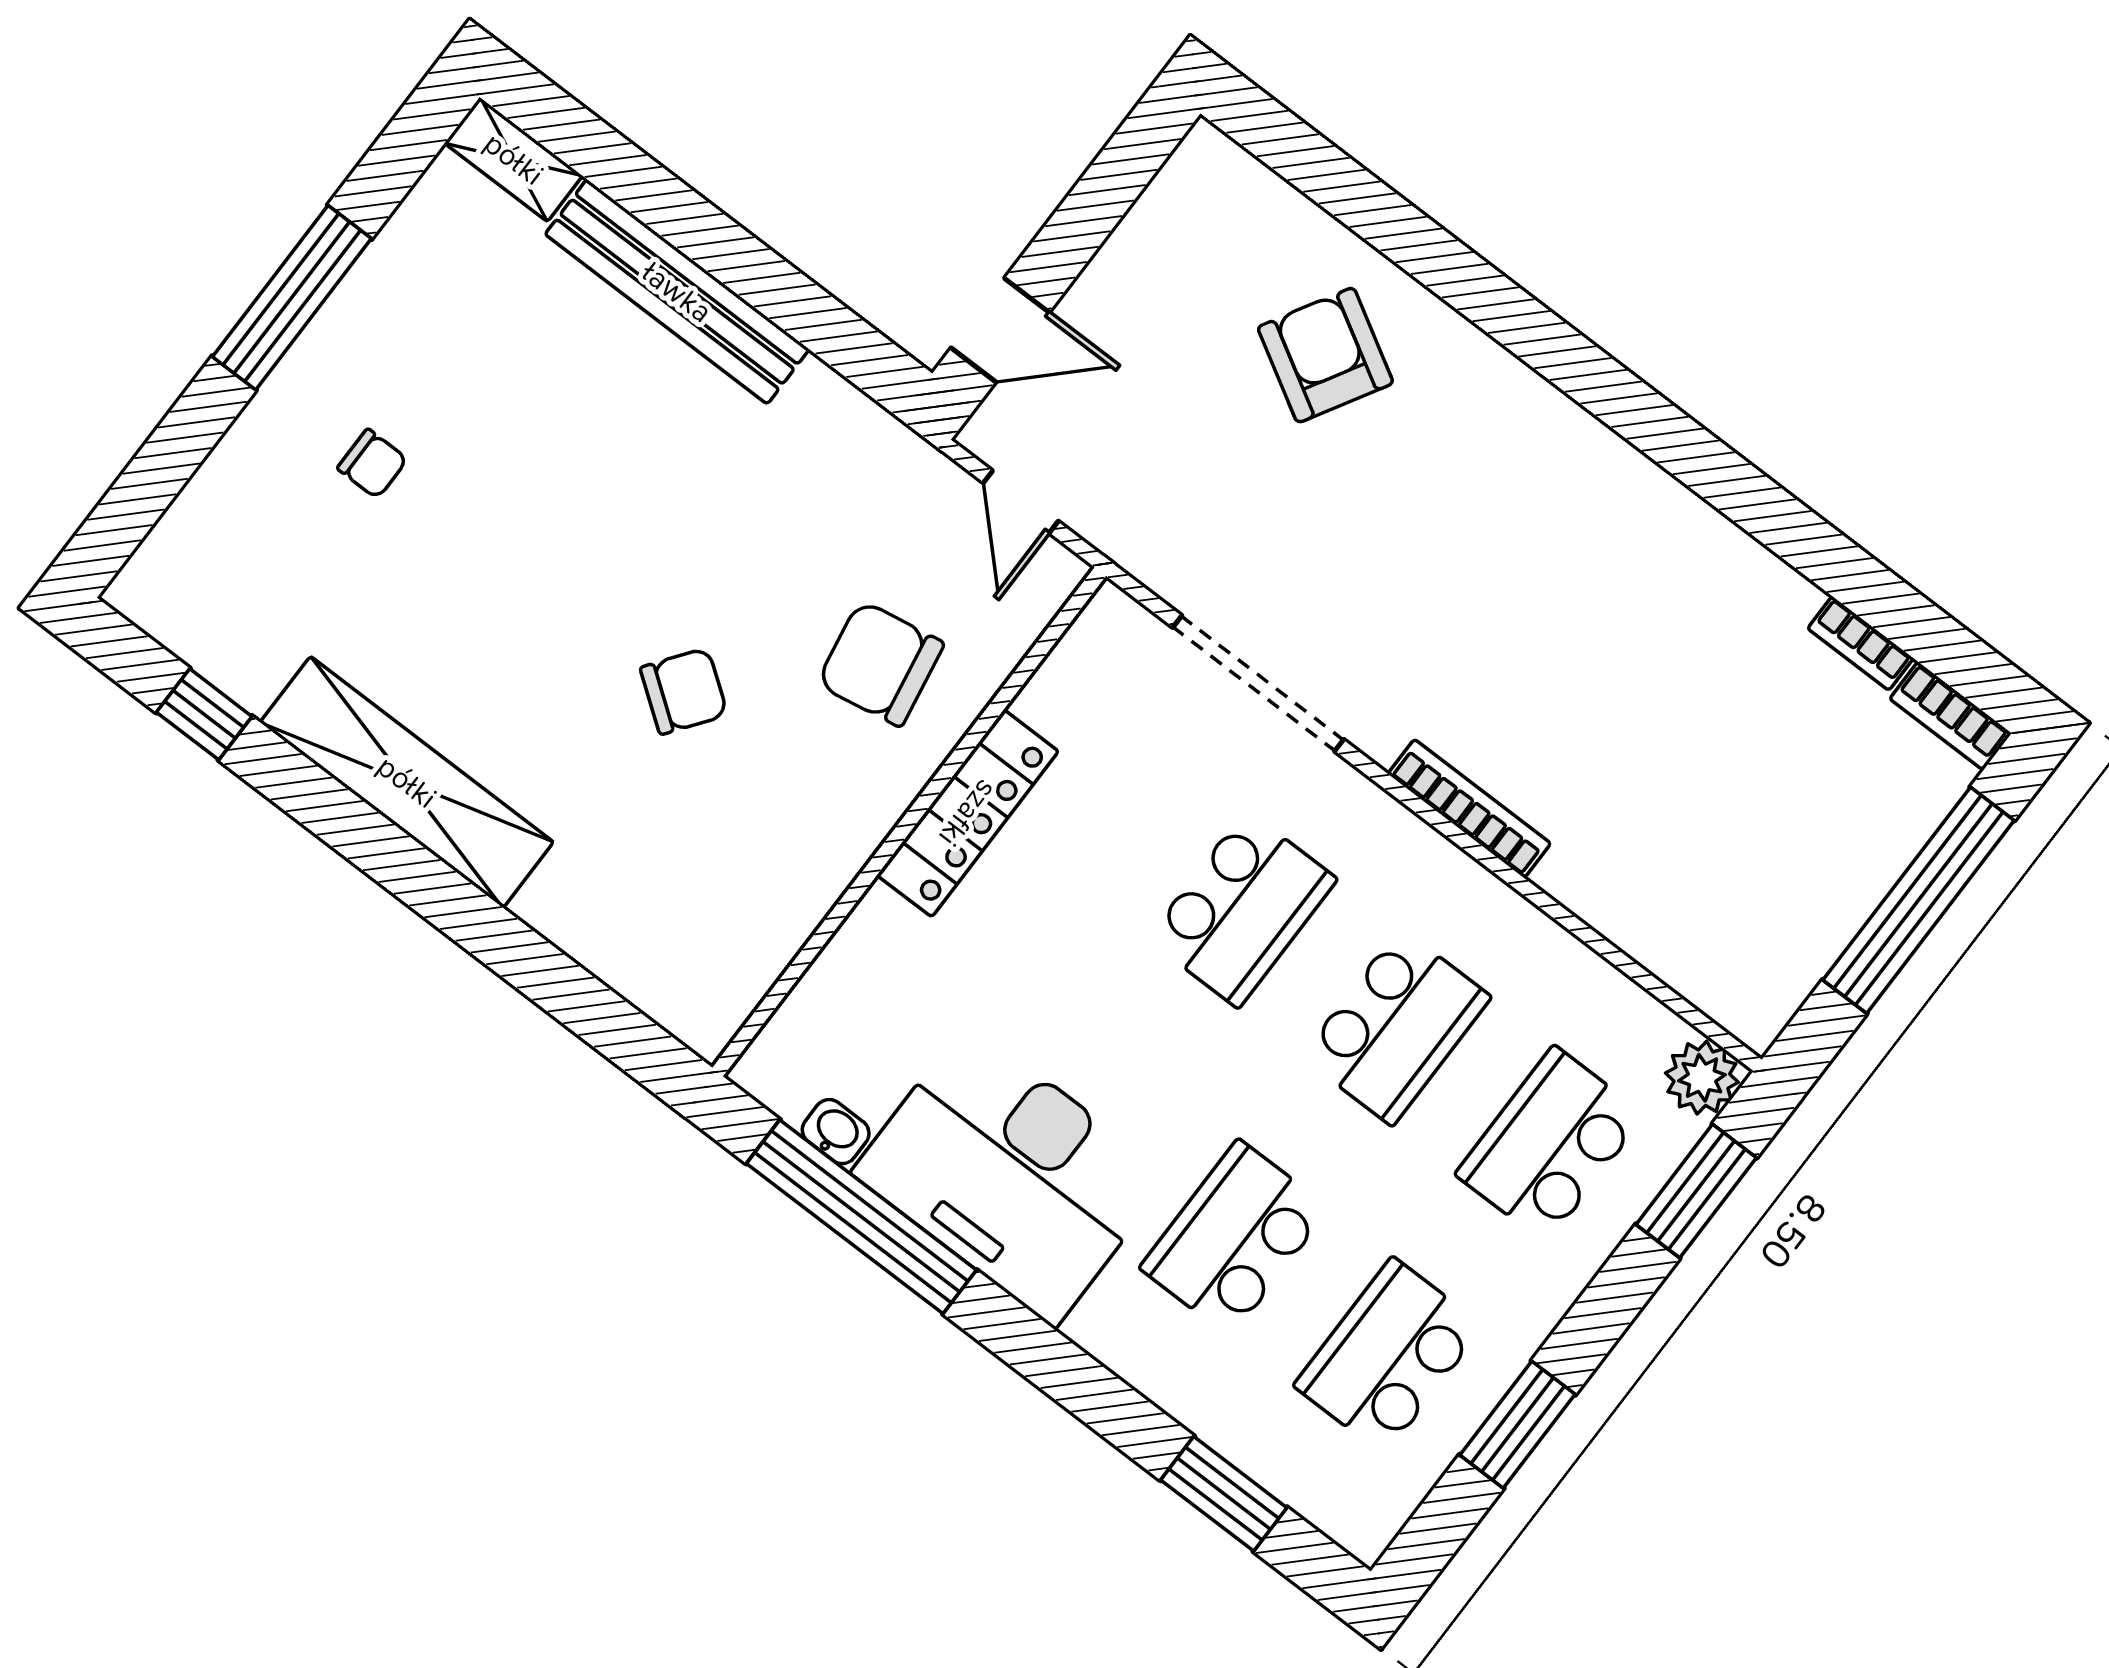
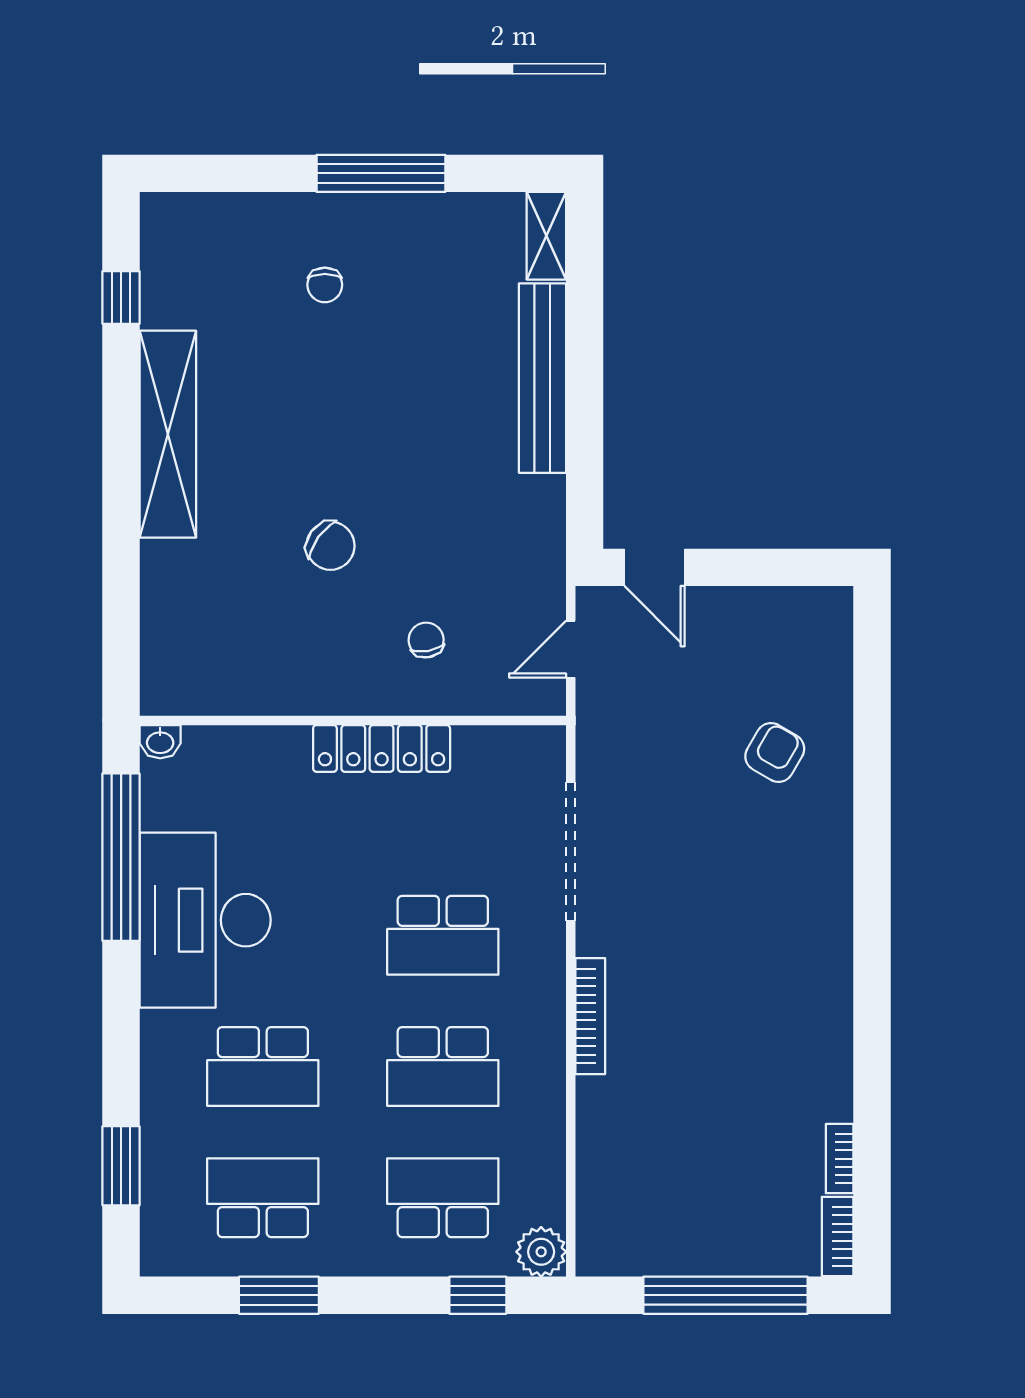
armchair: (1325, 355) -> (775, 753), width x0.72, depth x0.72
chair: (880, 663) -> (426, 640), width x0.54, depth x0.54
washbasin: (836, 1132) -> (160, 742), moved, turned 90
window: (1696, 1191) -> (478, 1295), width x0.67
school desk: (1234, 1238) -> (263, 1066), turned 180

